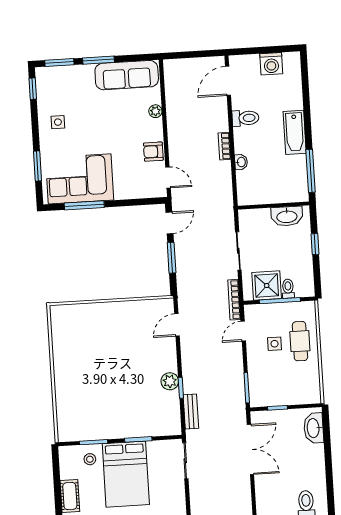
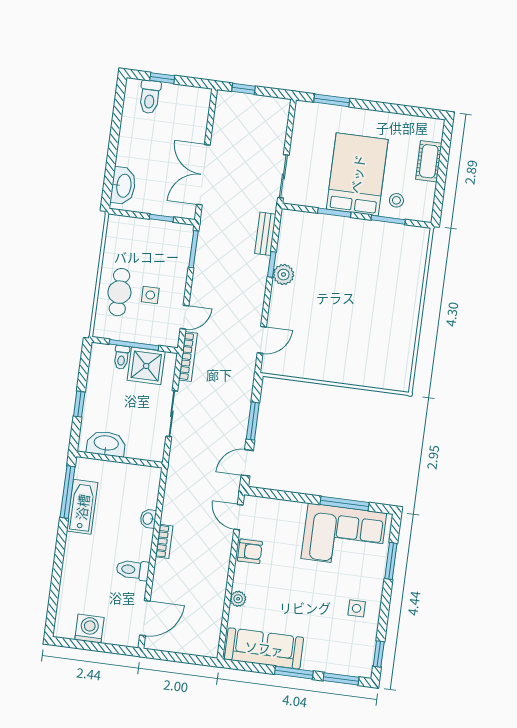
bathtub: (295, 132) -> (82, 507), moved

